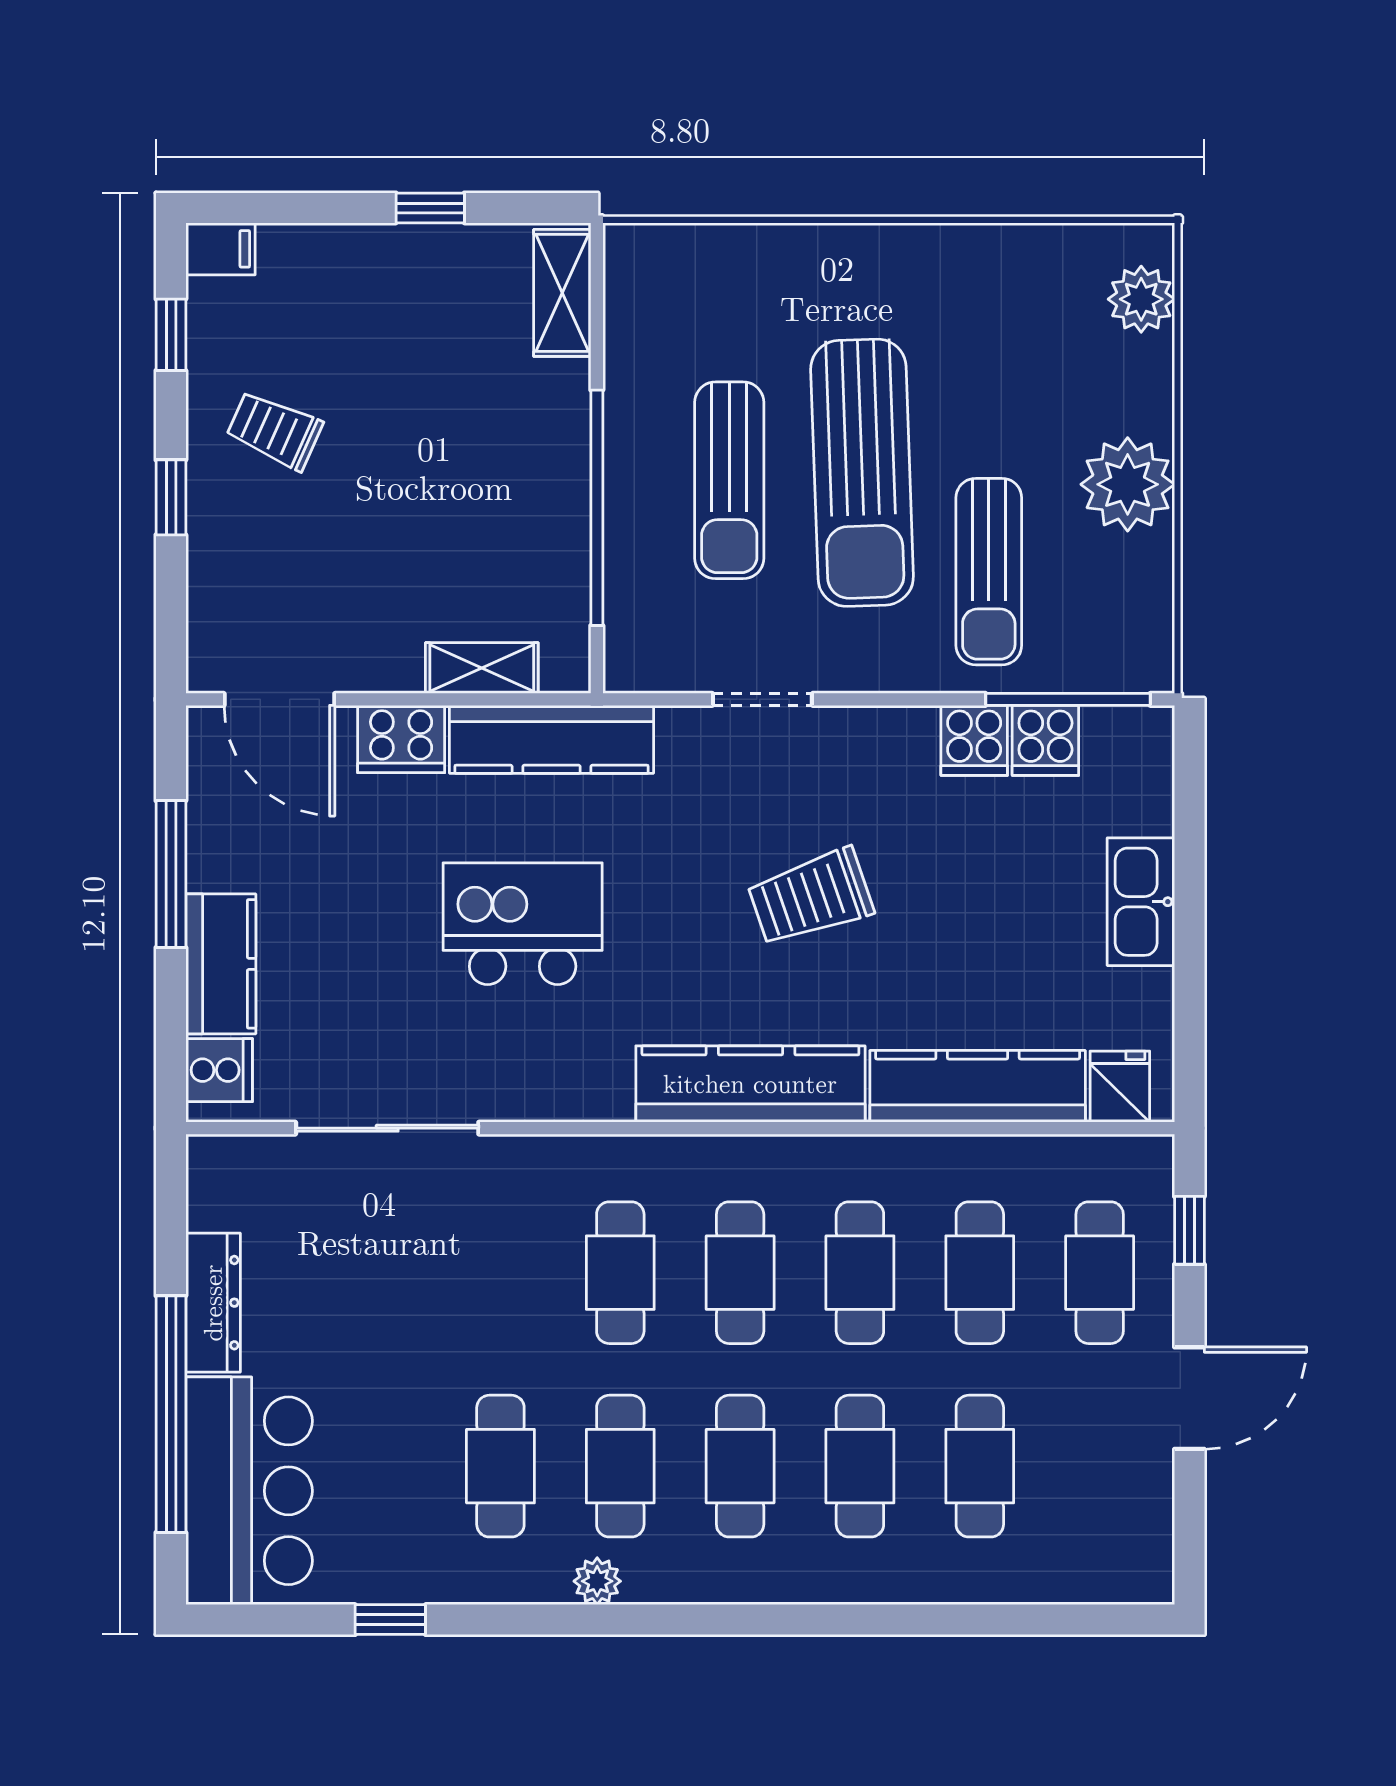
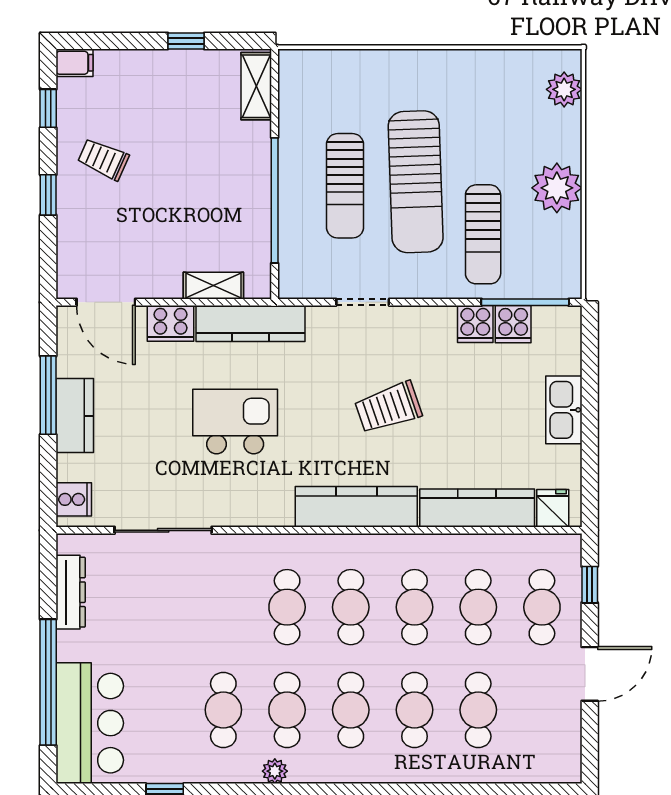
kitchen counter: (221, 964) -> (75, 416), moved
dresser: (213, 1303) -> (71, 592), moved

